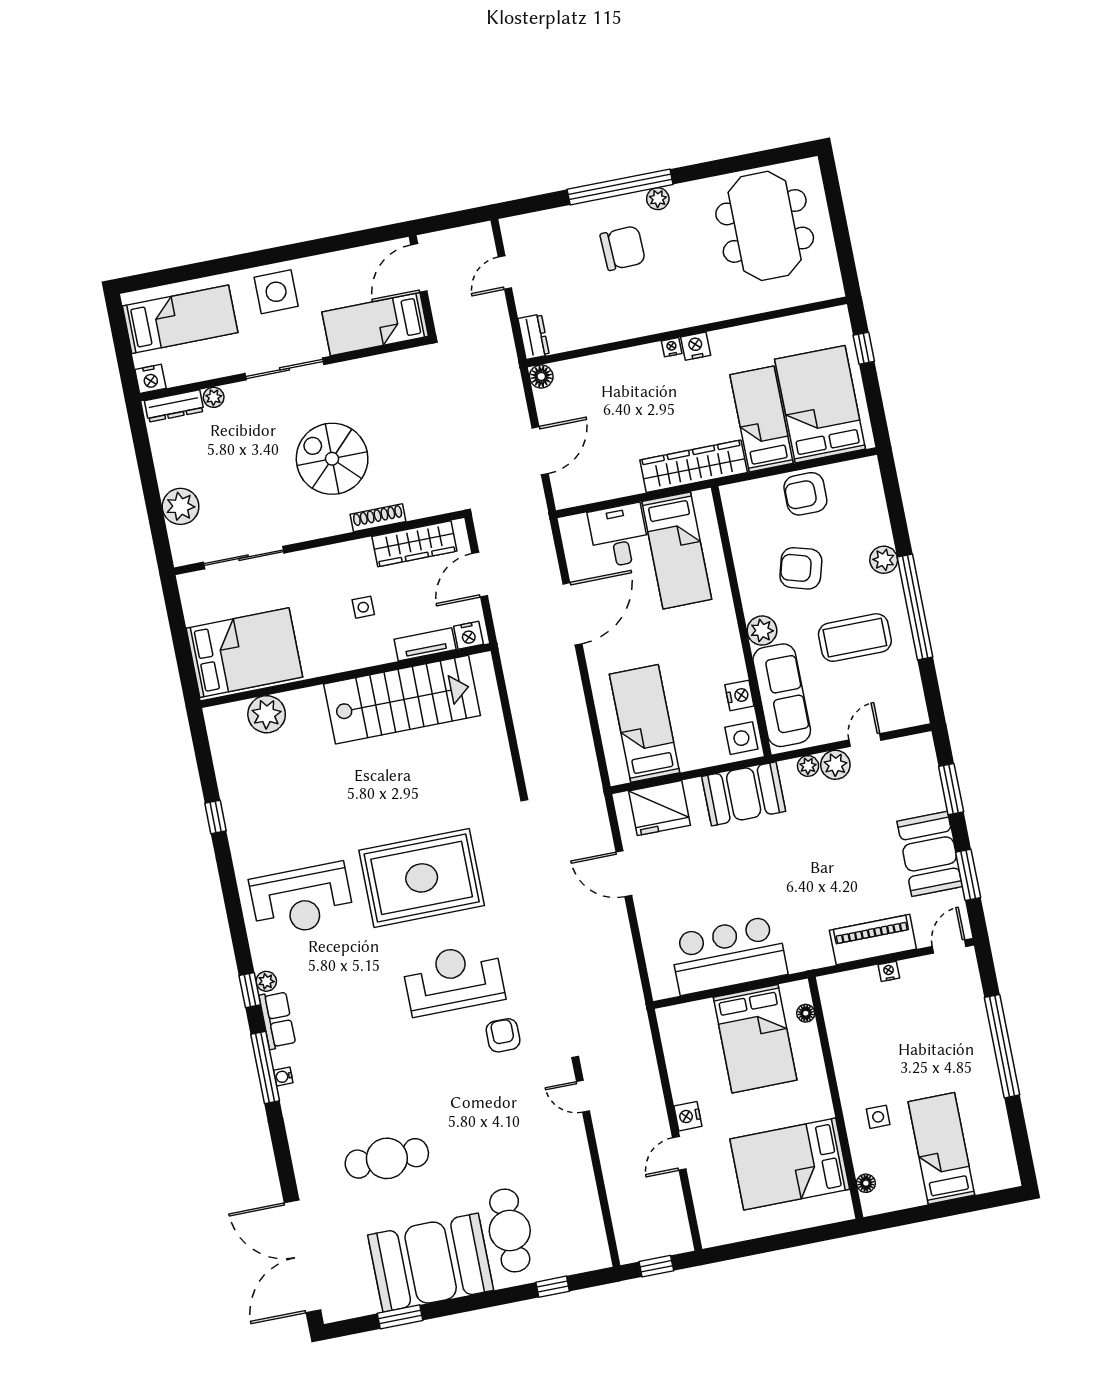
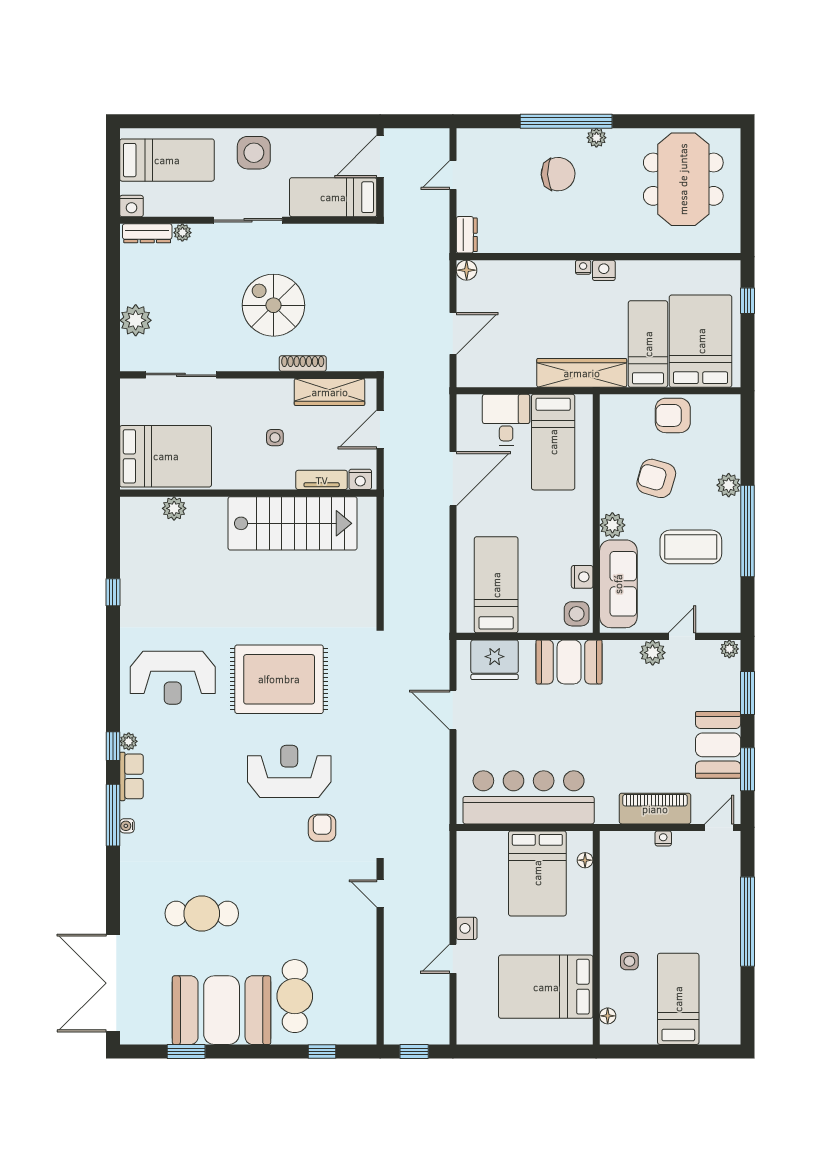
plant: (267, 714) -> (174, 508), width x0.73, depth x0.73
plant: (808, 766) -> (729, 649), moved
bar counter: (728, 955) -> (529, 797), width x1.36

